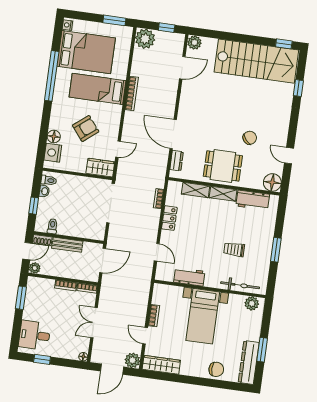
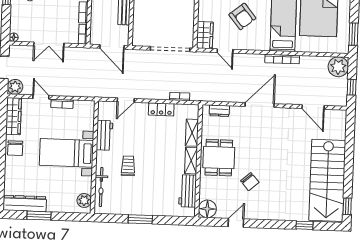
plant: (194, 43) -> (340, 117), removed
door: (173, 134) -> (260, 105), moved
trolley: (234, 249) -> (128, 166), moved
double door: (94, 323) -> (49, 44), swing flipped
door: (145, 336) -> (41, 97), hinge flipped
chair: (216, 369) -> (15, 148), moved

